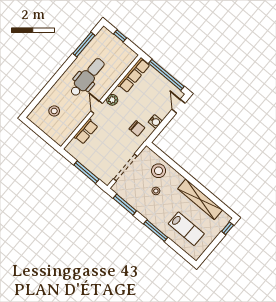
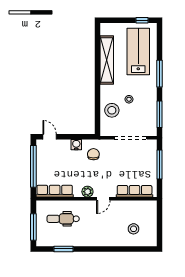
window: (120, 36) -> (33, 227), width x2.17
window: (84, 45) -> (63, 249), width x0.69
dental chair: (87, 77) -> (63, 219), moved, width x0.73, depth x0.72
door: (178, 106) -> (50, 137), swing flipped
row of seats: (86, 131) -> (135, 191), width x1.48
window: (228, 228) -> (142, 20), moved
lab bench: (186, 229) -> (138, 52), width x1.36, depth x1.39

